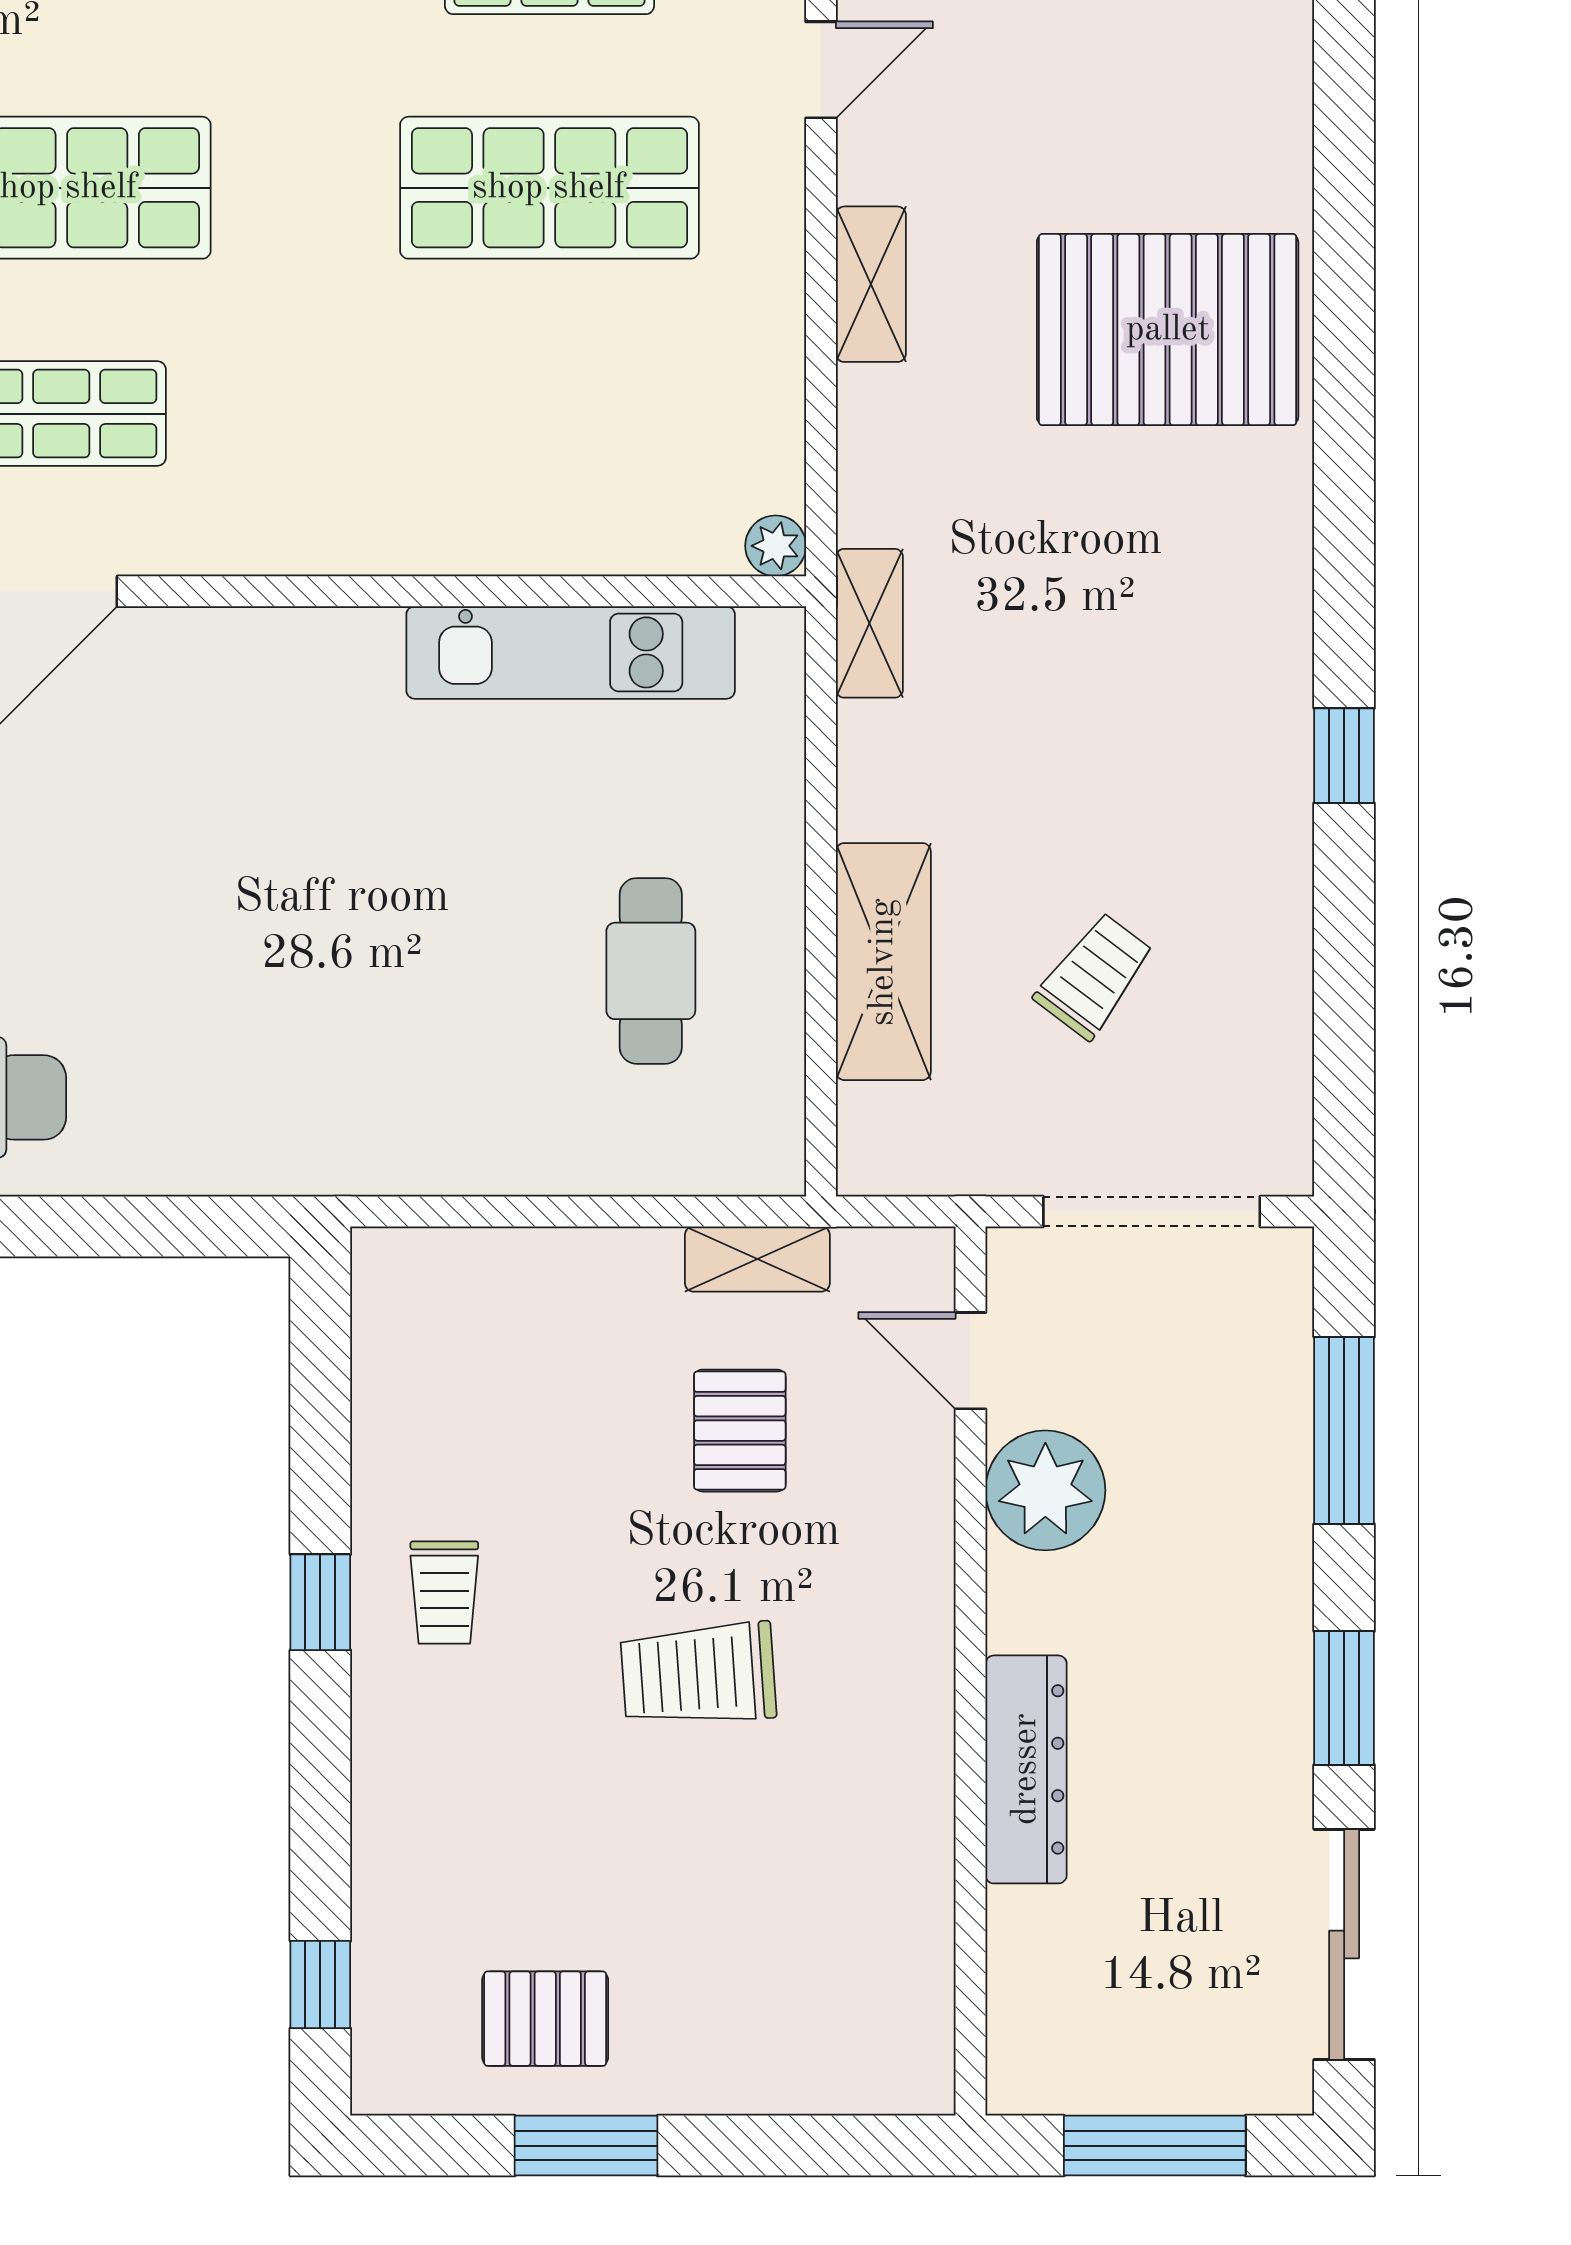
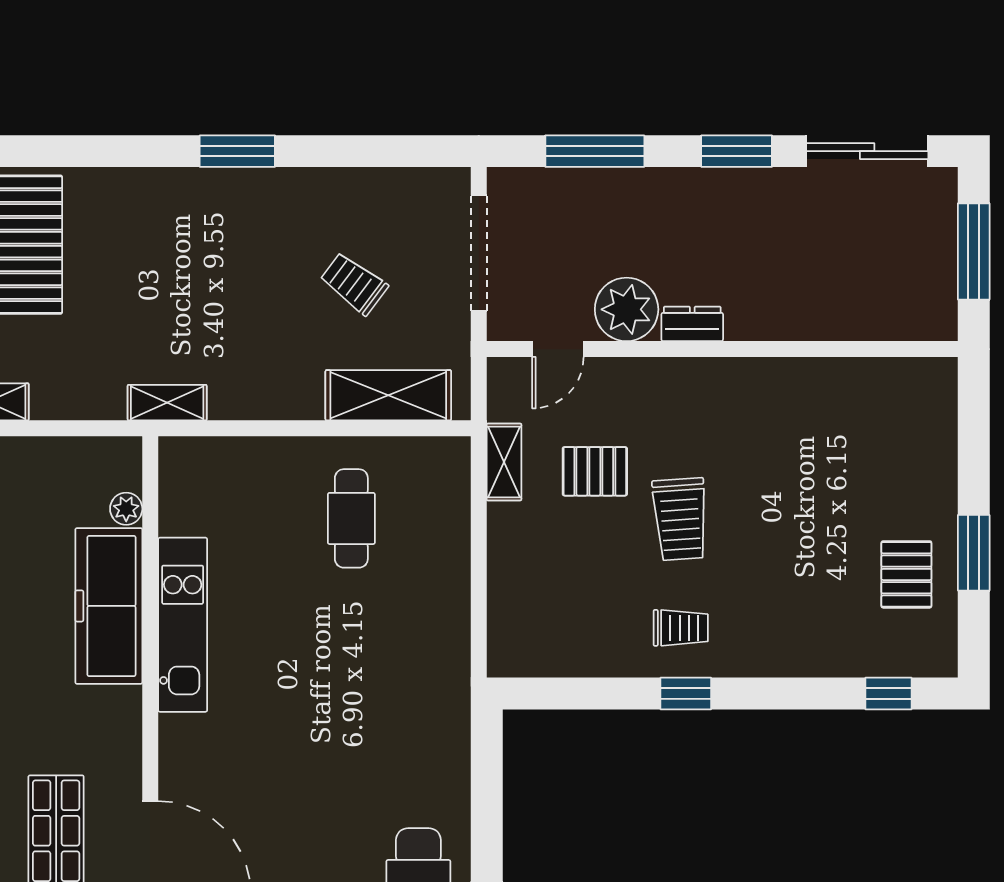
freezer: (486, 513) -> (109, 606), added
plant: (776, 546) -> (126, 509), moved
kitchen unit: (571, 652) -> (183, 625), moved
window: (1344, 756) -> (237, 151), width x1.50
shelving: (883, 962) -> (388, 395), moved
cafe table: (651, 971) -> (351, 518), turned 90
trolley: (698, 1674) -> (680, 519), moved
dresser: (1026, 1769) -> (692, 324), moved, width x0.51, depth x0.80

